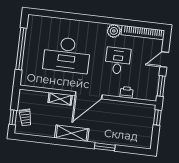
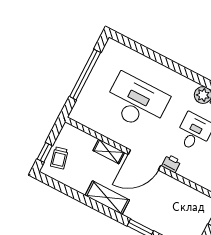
desk: (67, 55) -> (136, 102), turned 180
printer: (127, 92) -> (171, 164), moved

